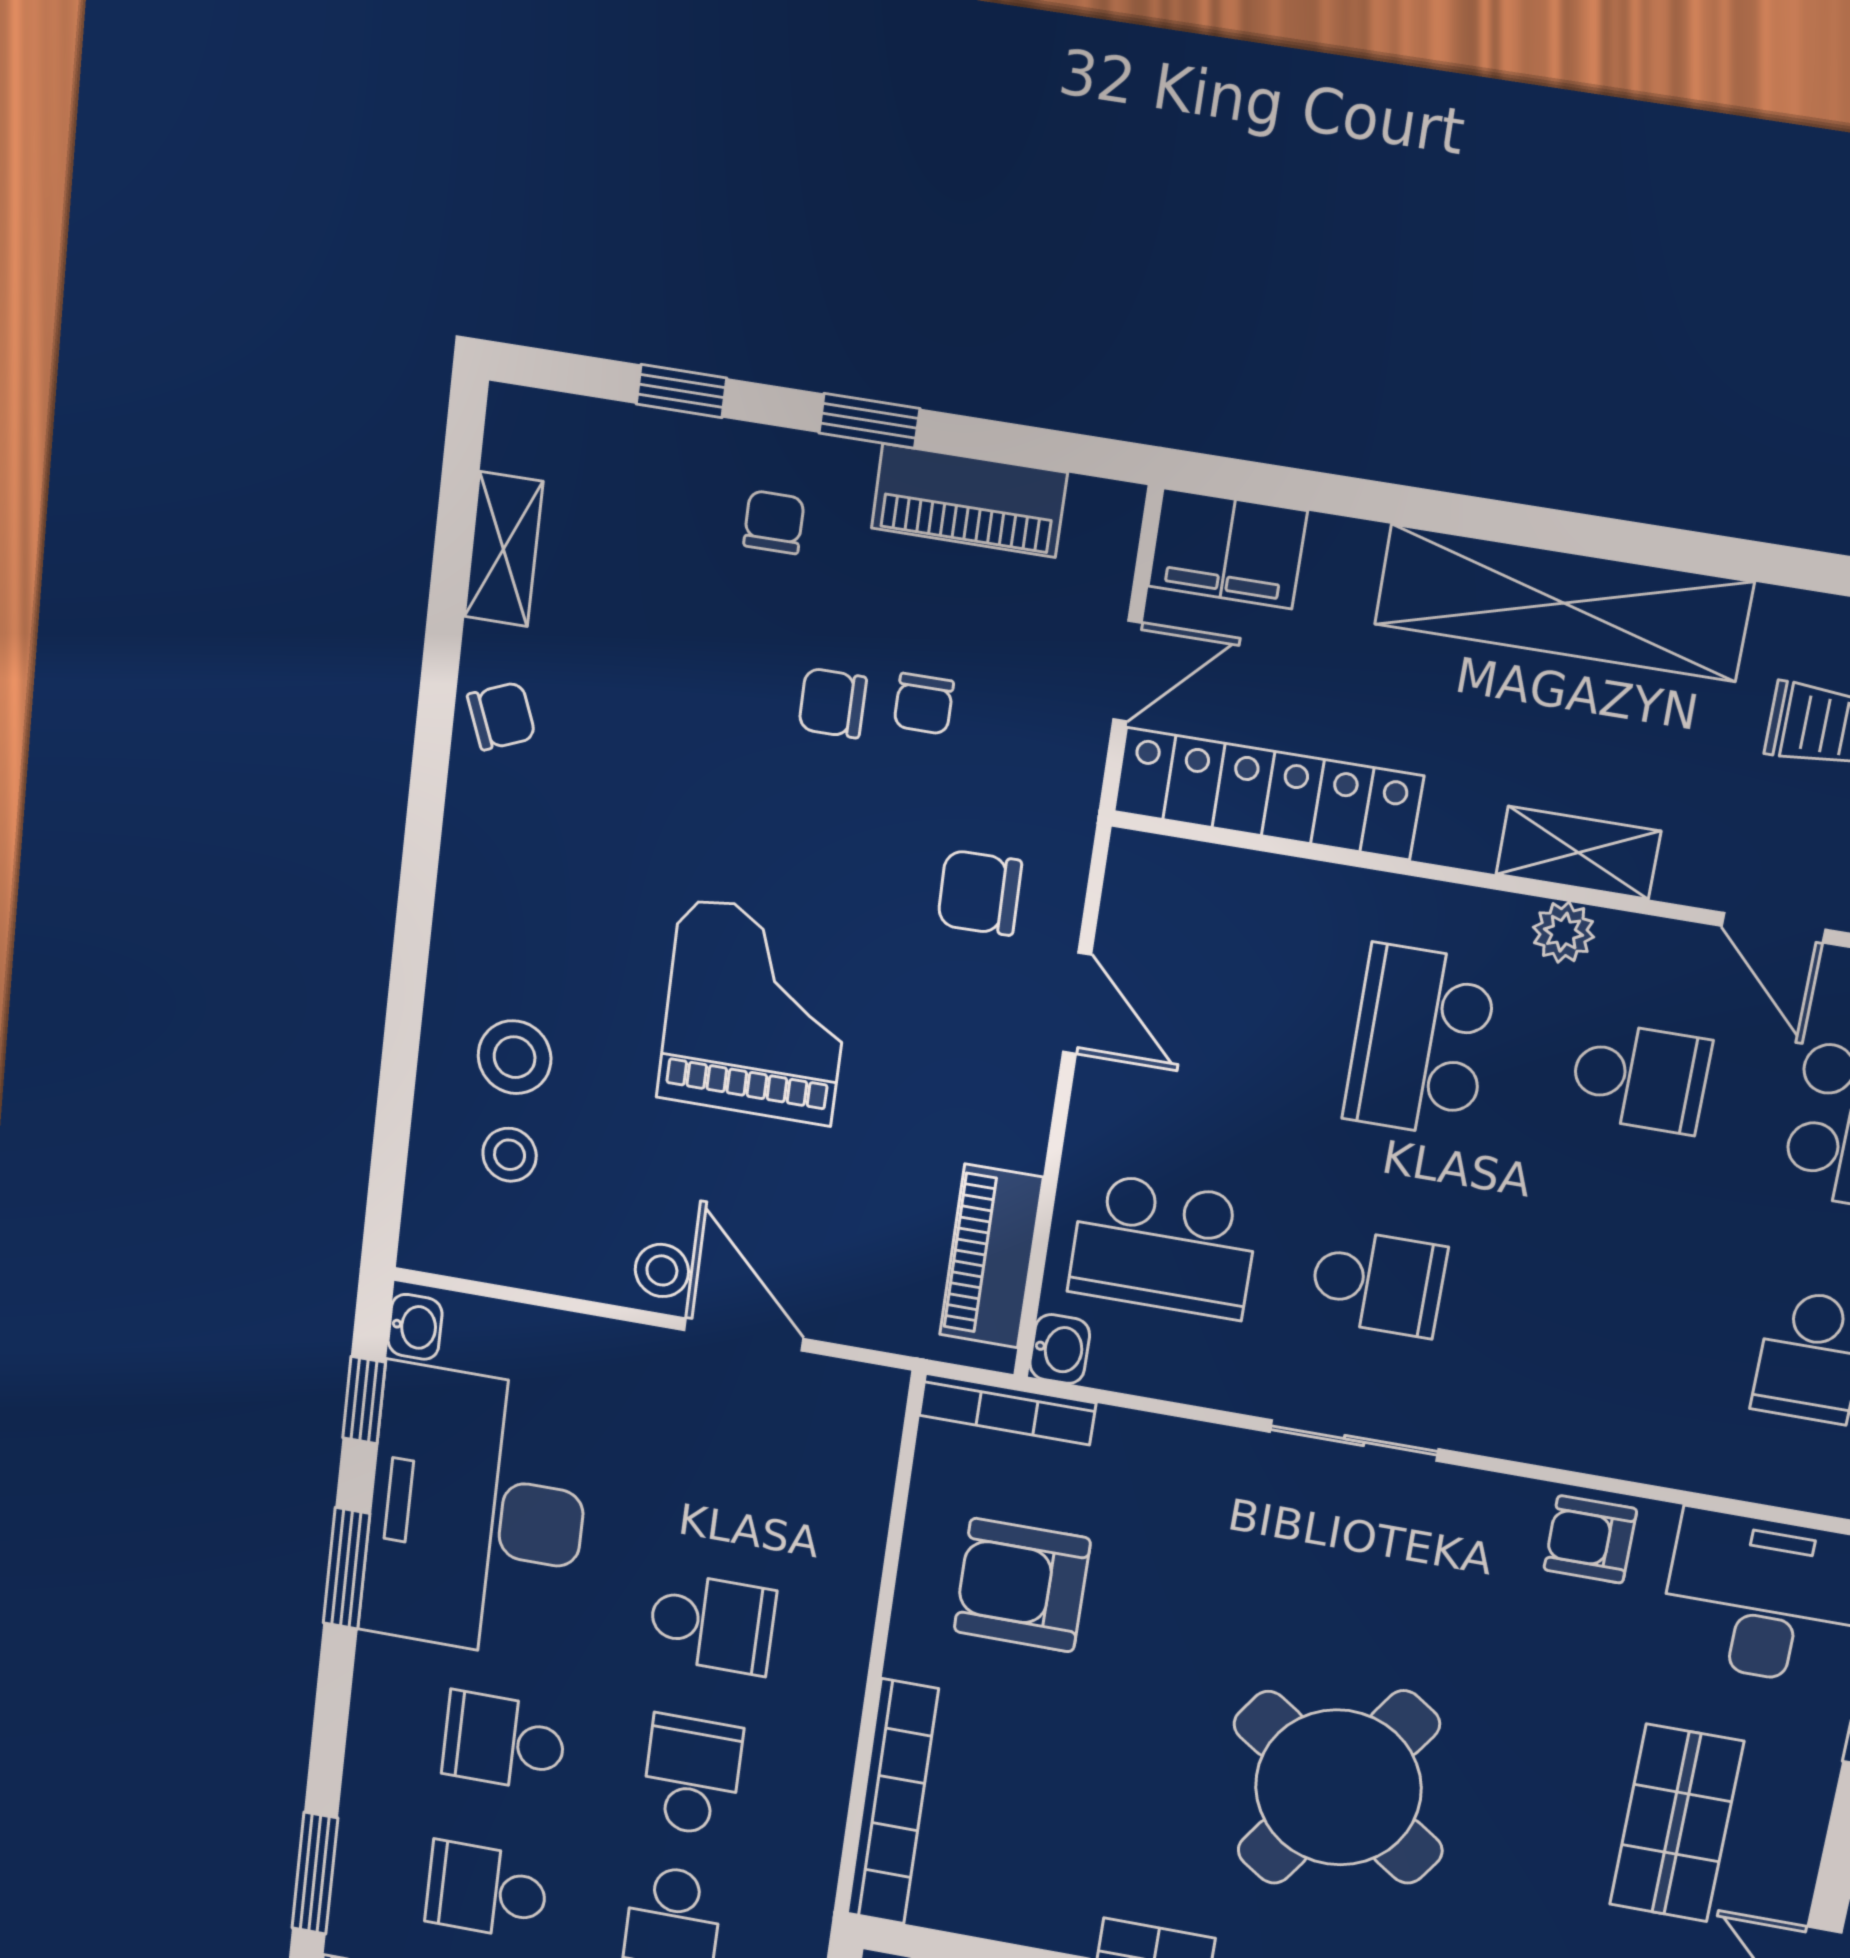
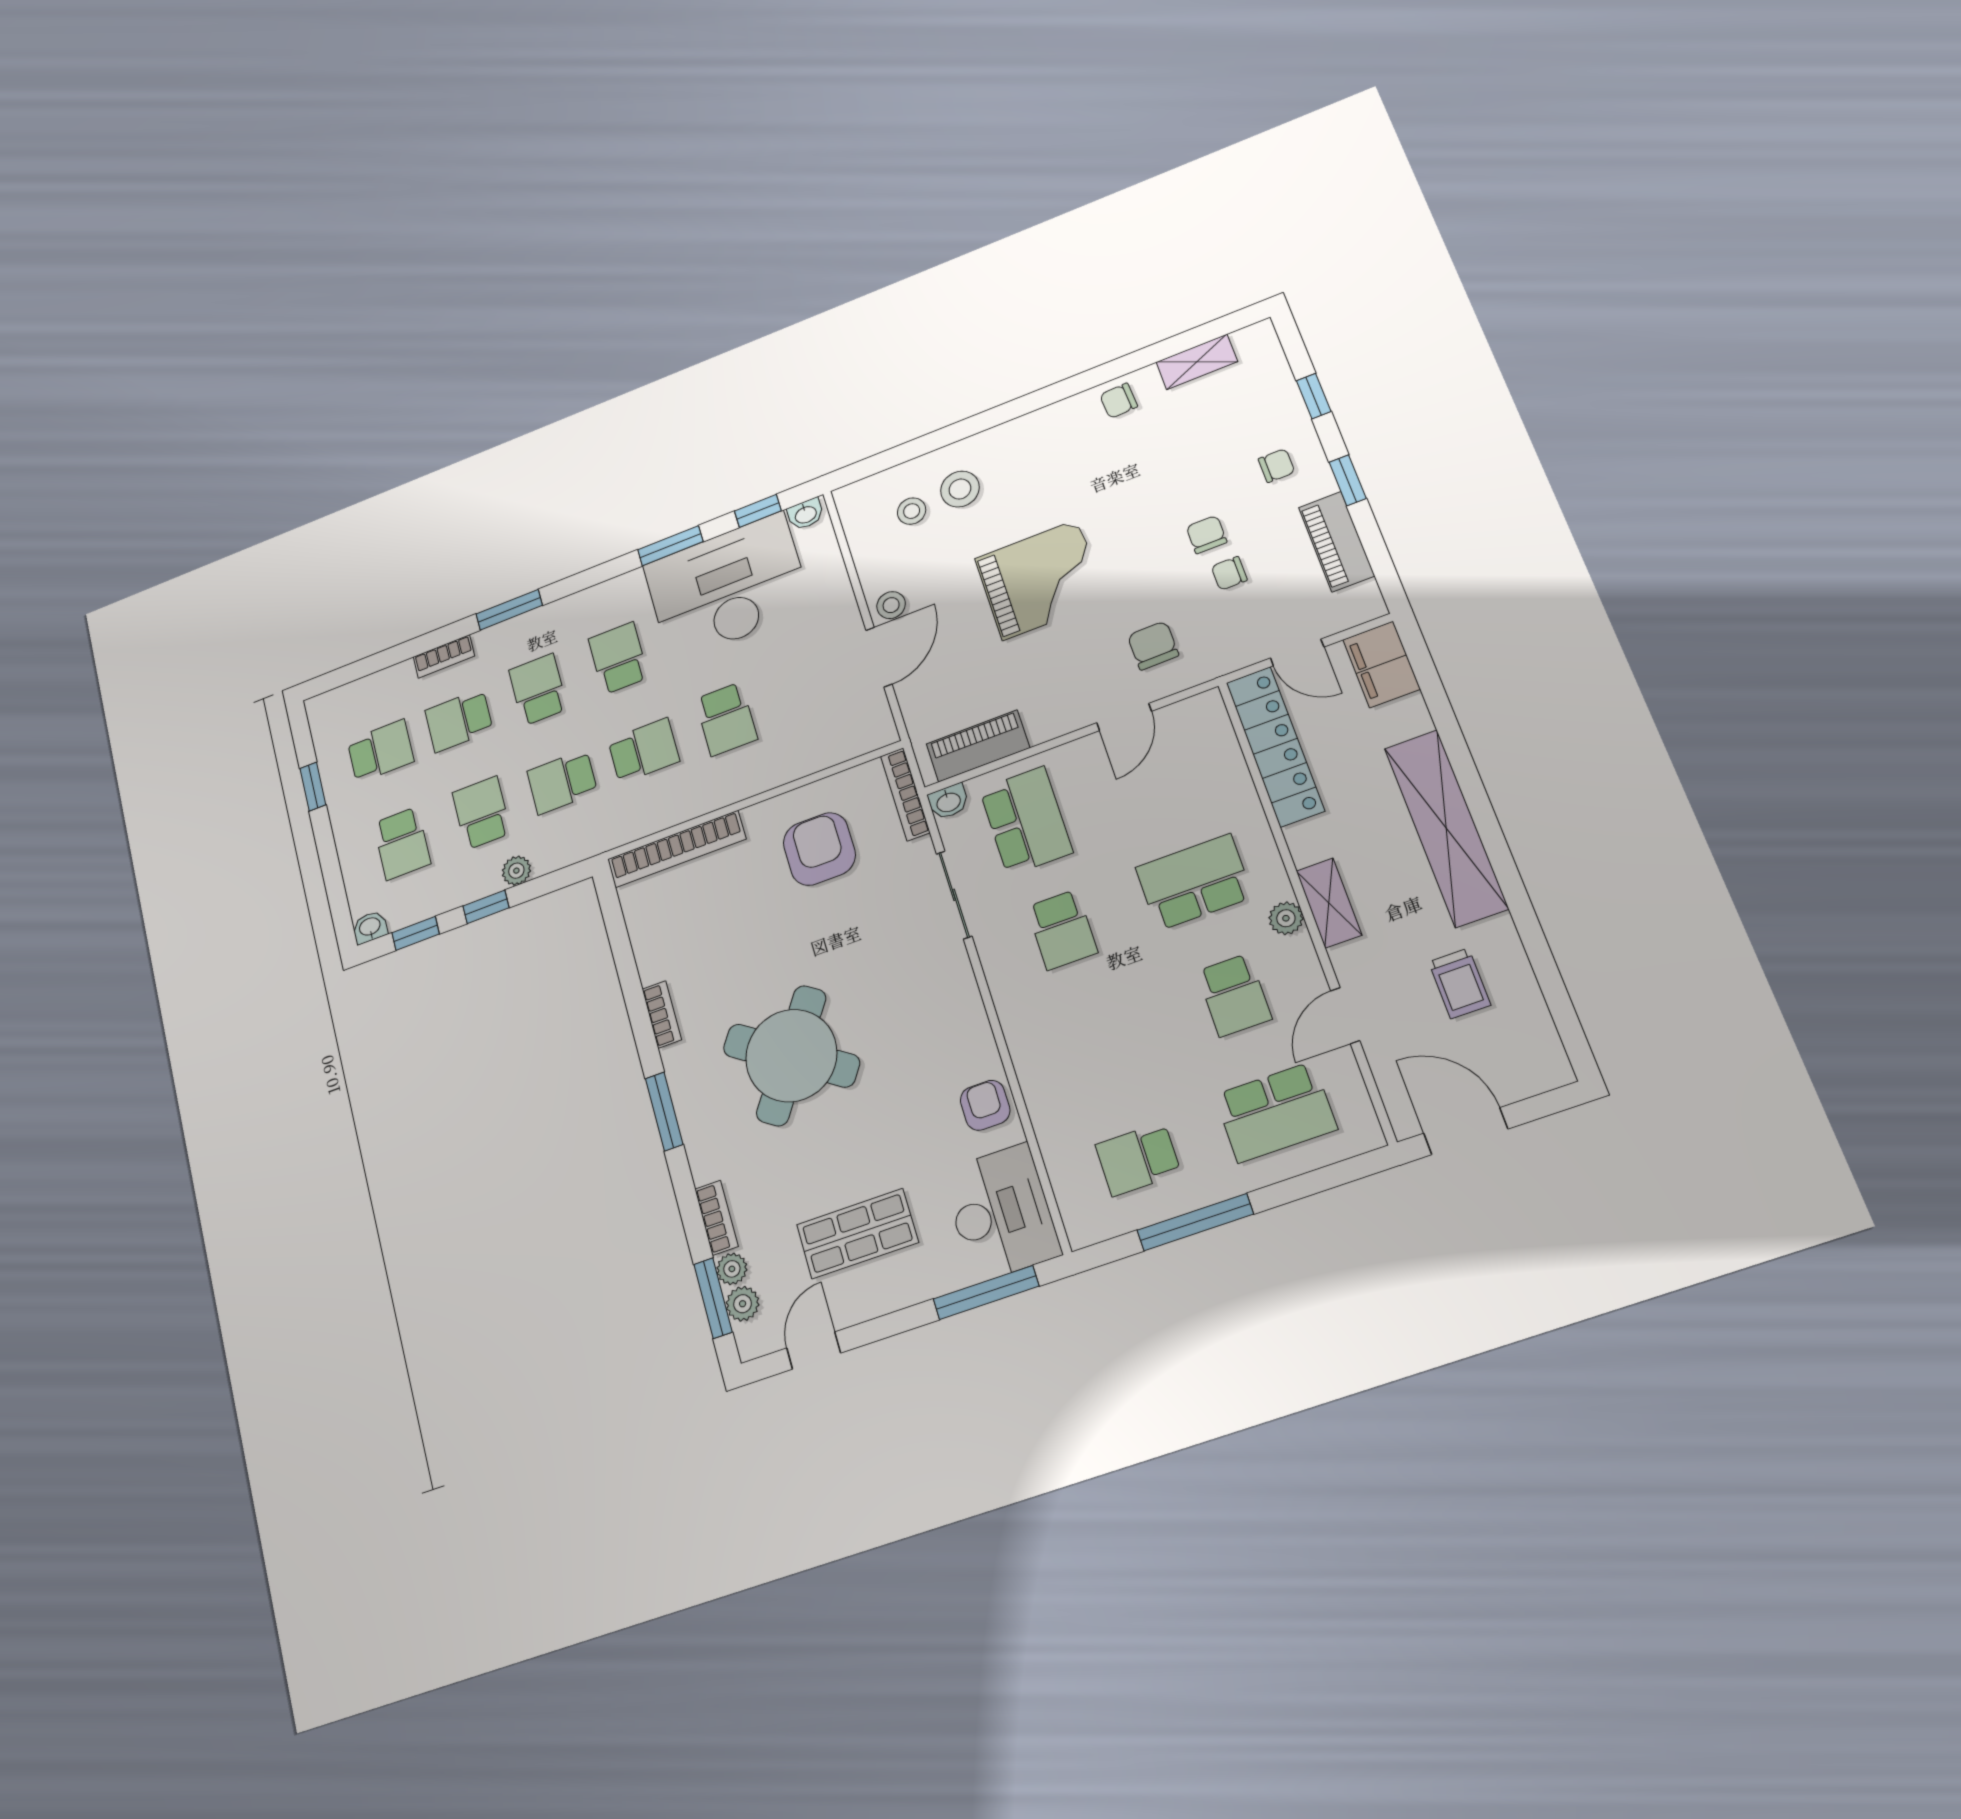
chair: (501, 716) -> (1119, 401), turned 109
school desk: (1164, 1246) -> (1026, 821), turned 180
sliding door: (1354, 1440) -> (954, 895), moved

